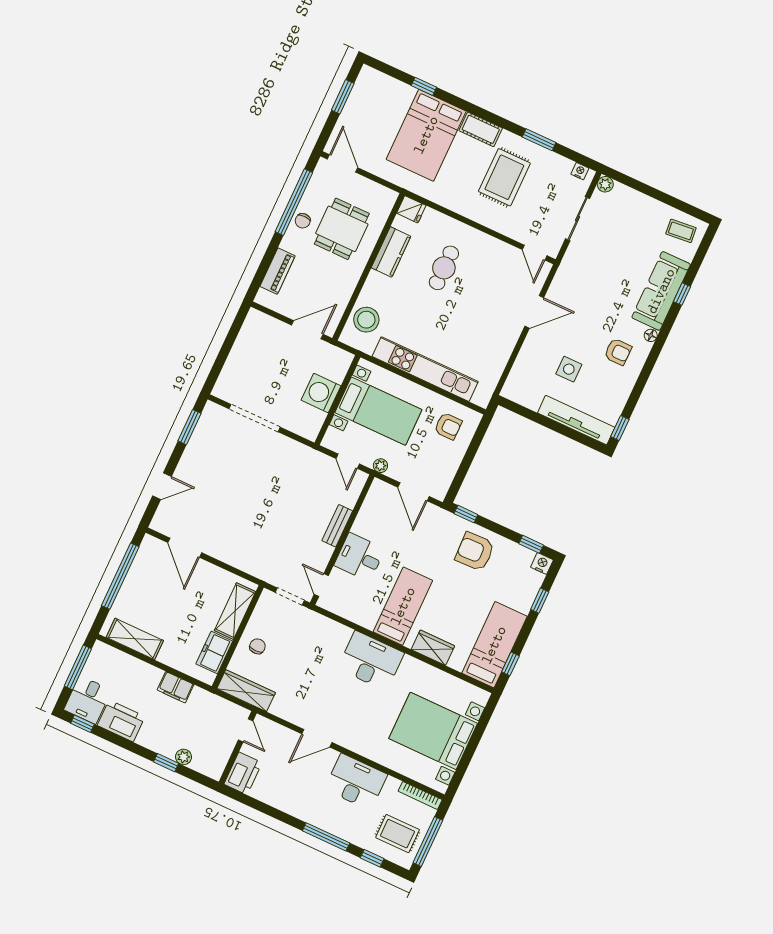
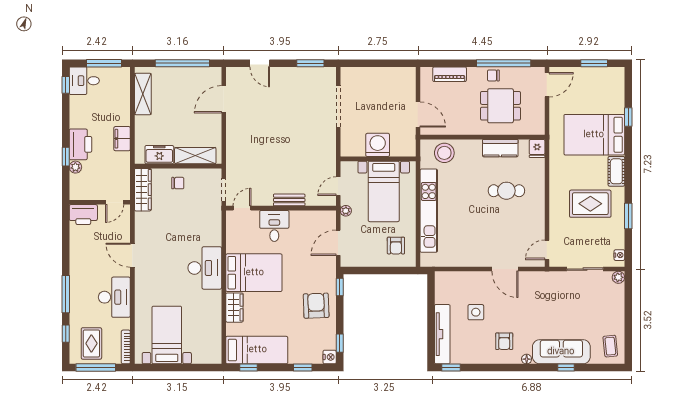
bed: (403, 606) -> (254, 273), width x1.50
printer: (121, 721) -> (80, 144), moved
bed with nightstands: (433, 731) -> (167, 335), width x0.73

